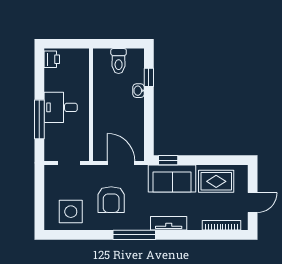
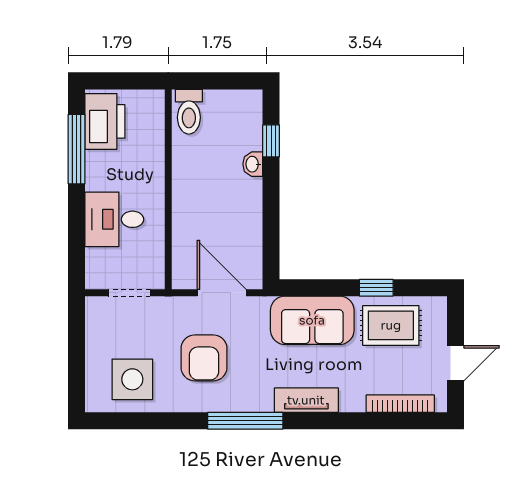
printer: (52, 59) -> (105, 121), width x1.87, depth x1.48
toilet: (119, 61) -> (189, 112), moved
desk: (61, 107) -> (114, 219), moved
window: (39, 119) -> (77, 149), moved
window: (168, 160) -> (376, 288), moved

